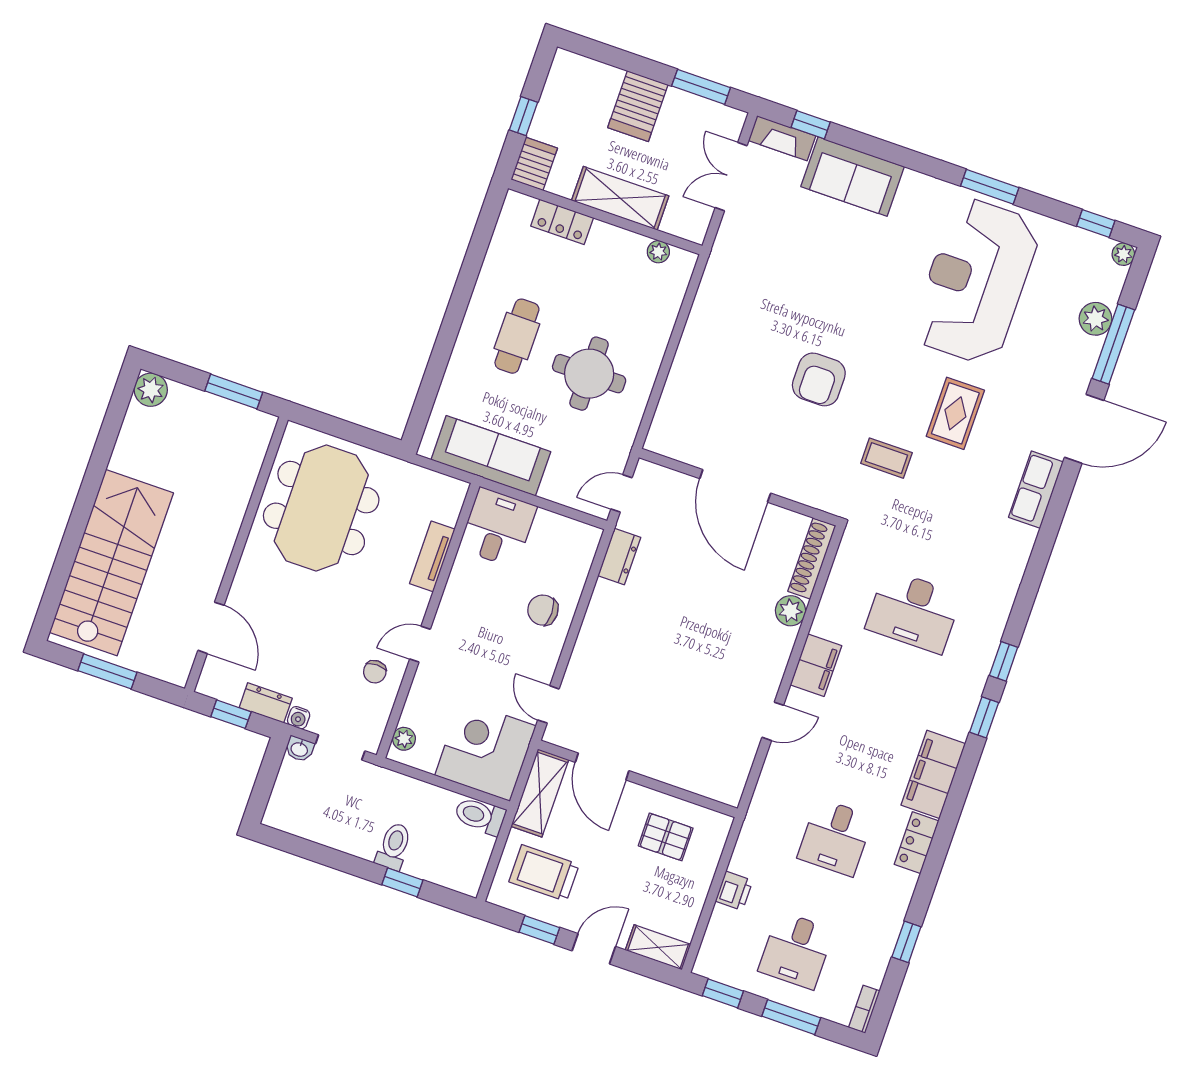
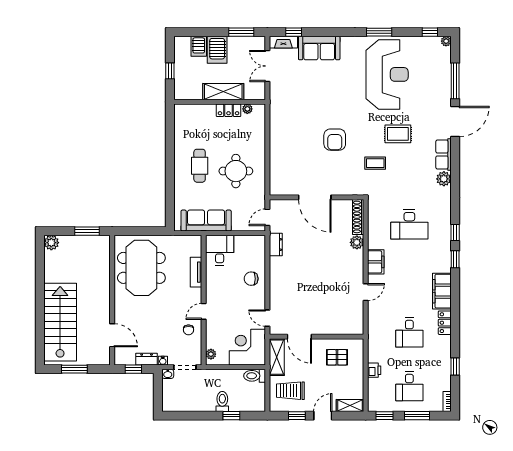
server rack: (534, 164) -> (199, 46), moved, turned 180
locker: (562, 222) -> (229, 110), moved
reception desk: (976, 281) -> (387, 74), turned 180
plant: (1096, 319) -> (444, 179), moved
rug: (955, 413) -> (398, 134), turned 90

